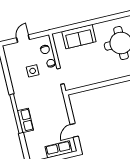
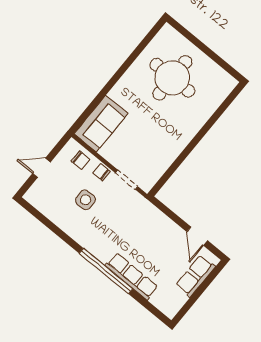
sofa: (79, 37) -> (101, 124), moved
door: (23, 39) -> (42, 168), hinge flipped
row of seats: (26, 120) -> (132, 276), width x1.48

